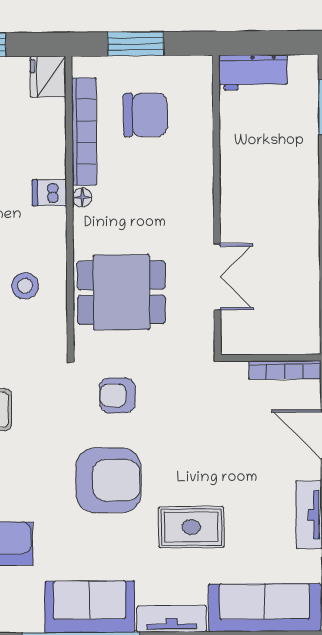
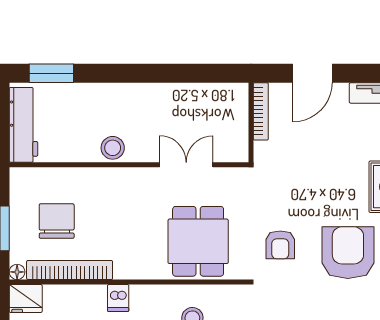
workbench: (253, 72) -> (23, 125), width x1.38
stool: (238, 184) -> (113, 148), added
floor lamp: (82, 197) -> (17, 272), moved

